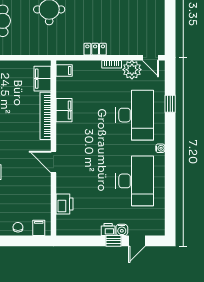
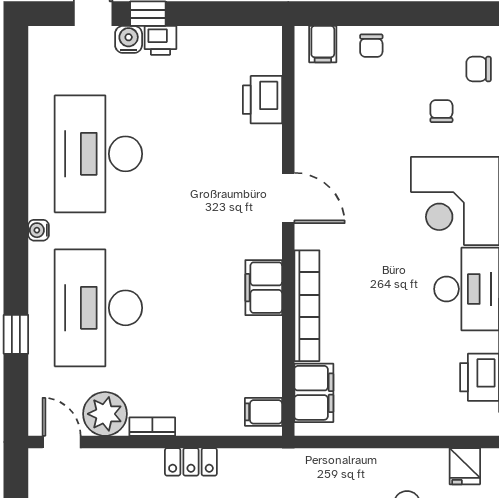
filing cabinet: (64, 110) -> (264, 288), moved

